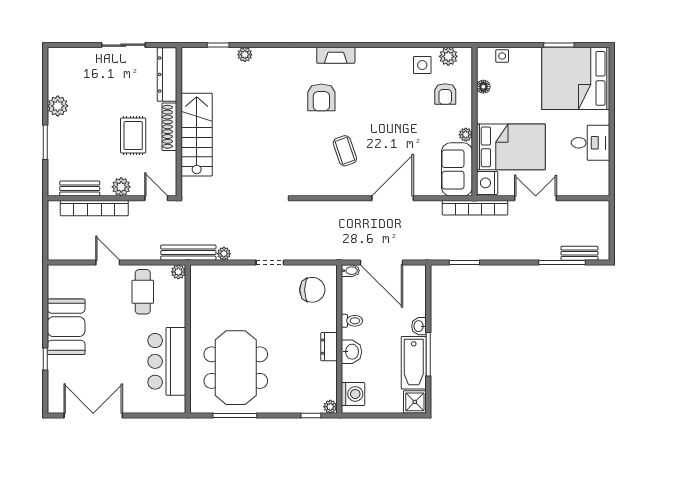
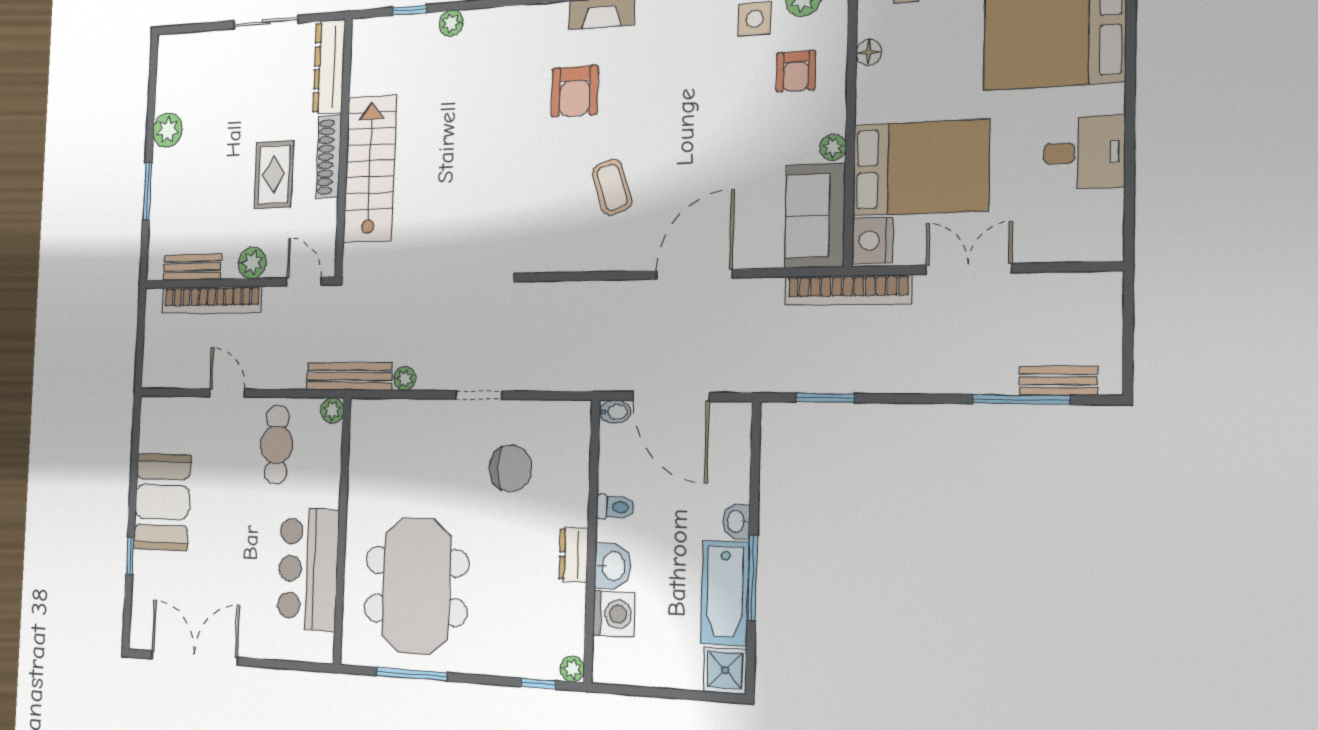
chair: (312, 290) -> (511, 468), moved
washing machine: (353, 394) -> (614, 614), moved

